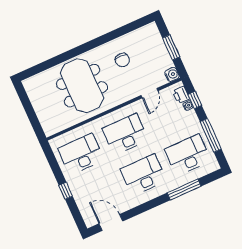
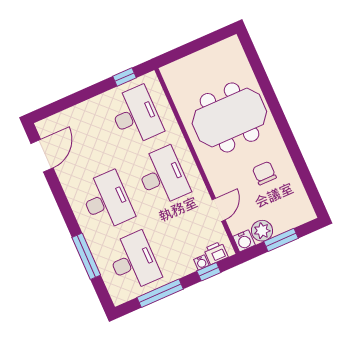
chair: (122, 60) -> (264, 173), turned 89
plant: (165, 61) -> (262, 231), added
door: (149, 93) -> (219, 210), swing flipped
window: (66, 191) -> (125, 77), moved

